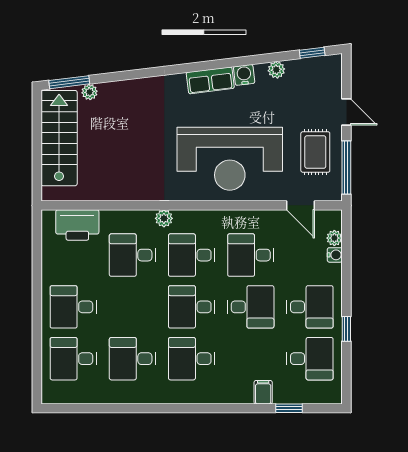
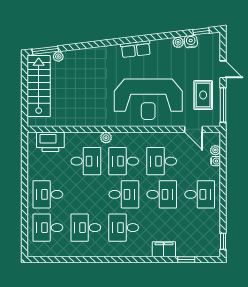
water cooler: (244, 75) -> (191, 42), moved
desk: (132, 255) -> (86, 161), turned 180
desk: (192, 307) -> (124, 194), turned 180
window: (346, 329) -> (223, 241), moved
desk: (310, 359) -> (200, 228), removed
filing cabinet: (263, 392) -> (164, 249), width x2.00

